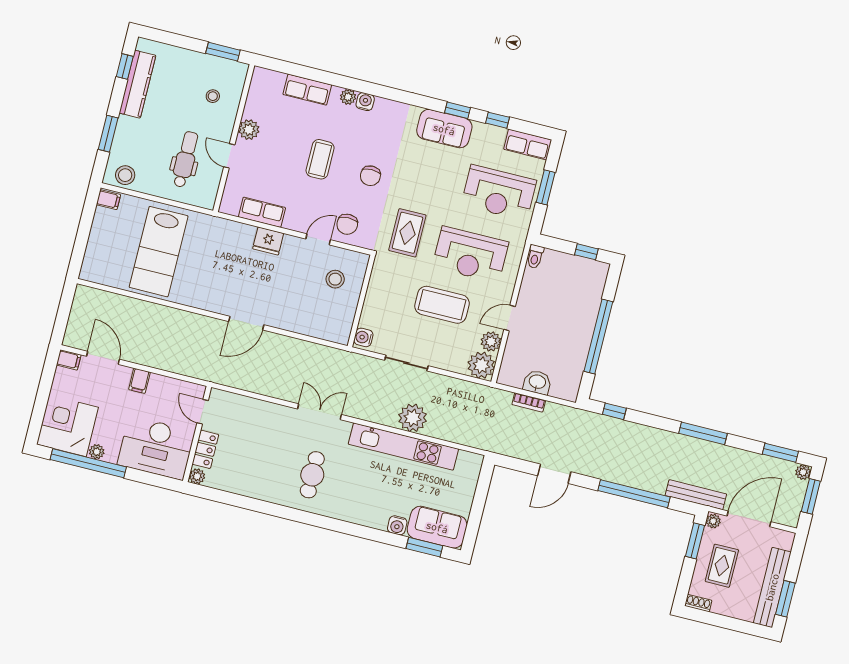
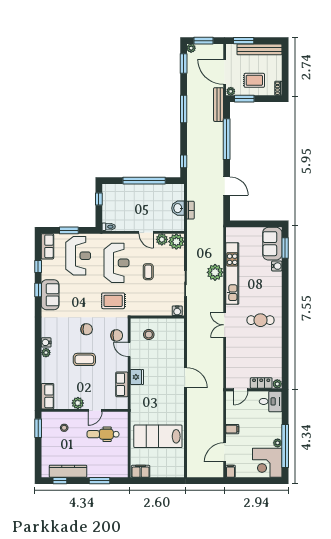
row of seats: (307, 90) -> (48, 396), moved
stool: (125, 175) -> (120, 465), removed
filing cabinet: (108, 200) -> (141, 471), width x2.00
lab bench: (159, 252) -> (158, 436), turned 180
coffee table: (442, 305) -> (148, 272), width x0.54, depth x0.58
desk: (156, 448) -> (271, 401), width x0.53, depth x0.77
window: (785, 599) -> (244, 41), moved

